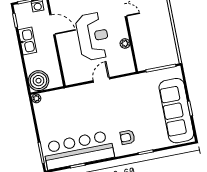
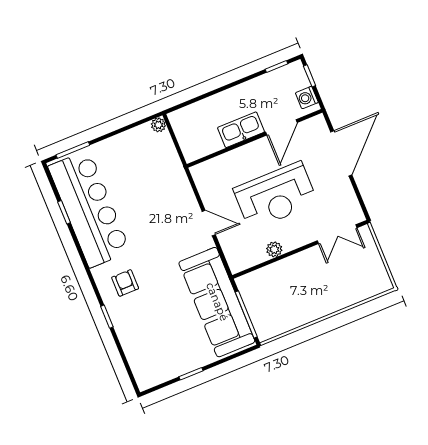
kitchen sink: (27, 41) -> (241, 130), moved, turned 180
boiler: (38, 81) -> (187, 123), removed
sofa: (176, 111) -> (217, 302), moved, turned -90

